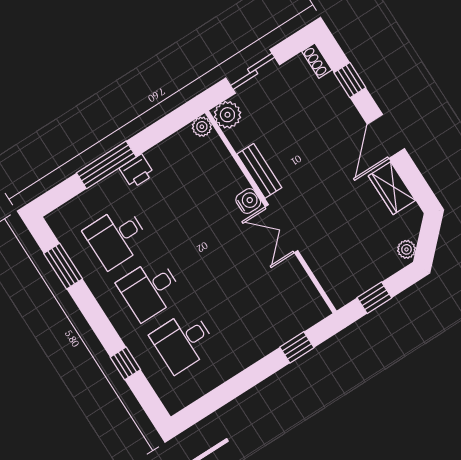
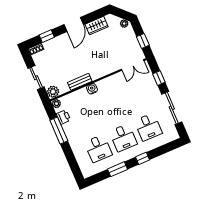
door: (386, 136) -> (74, 24), hinge flipped
window: (106, 165) -> (59, 130), moved
printer: (137, 171) -> (63, 117), moved
double door: (282, 229) -> (133, 65), moved
window: (63, 266) -> (118, 169), moved
window: (125, 363) -> (143, 158), moved
sliding door: (234, 387) -> (172, 108), added

